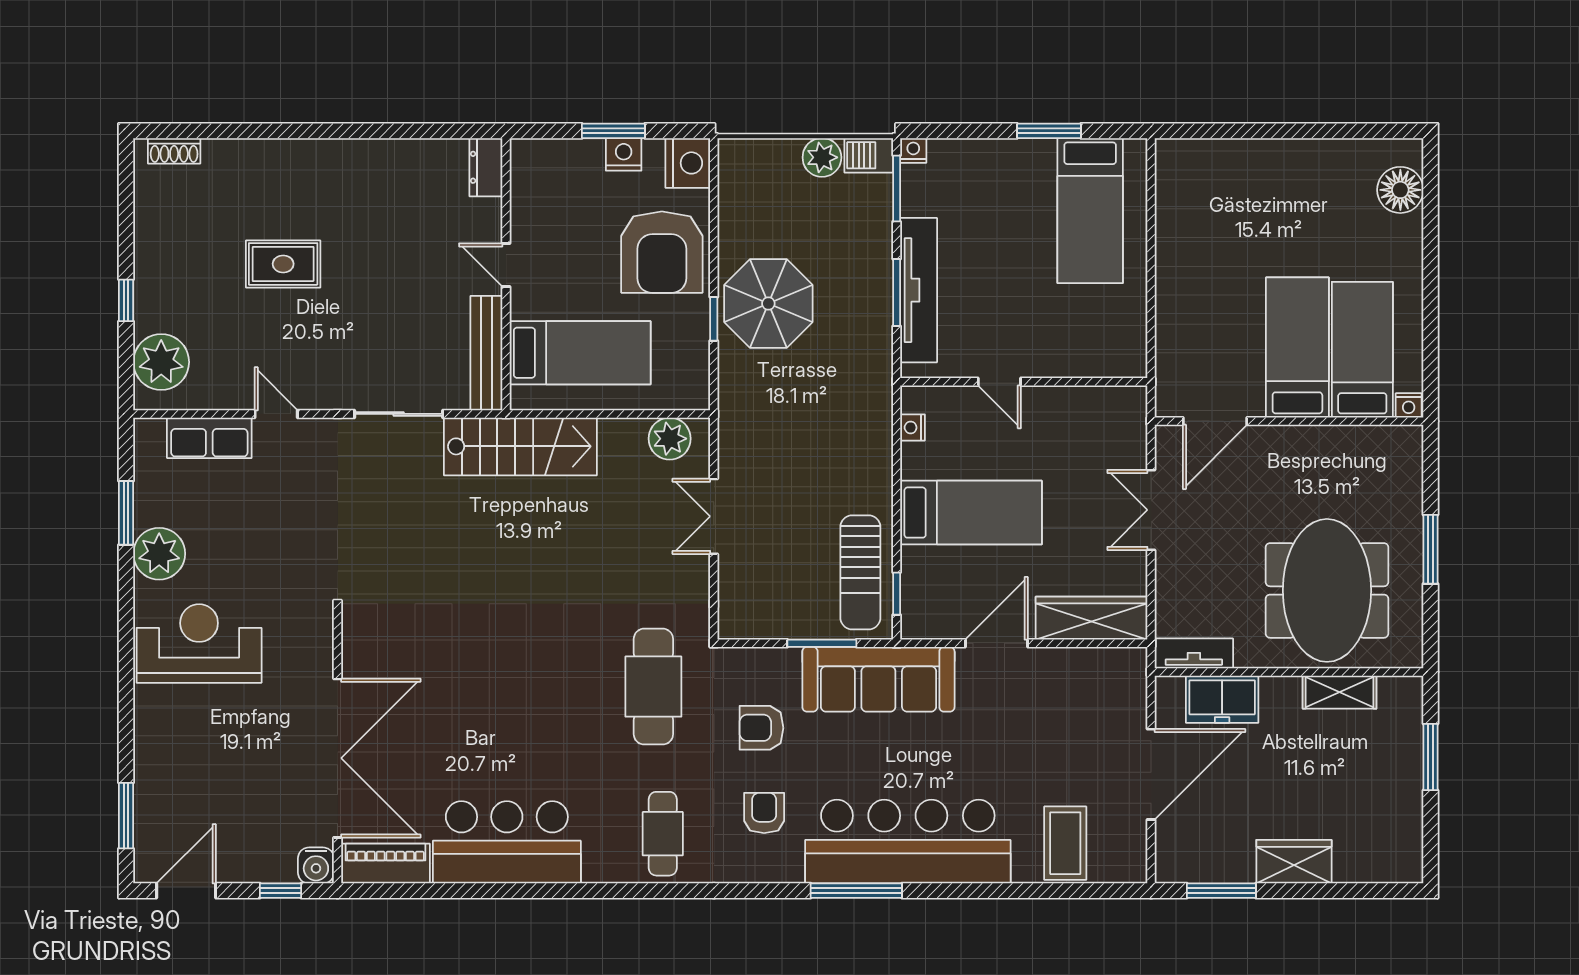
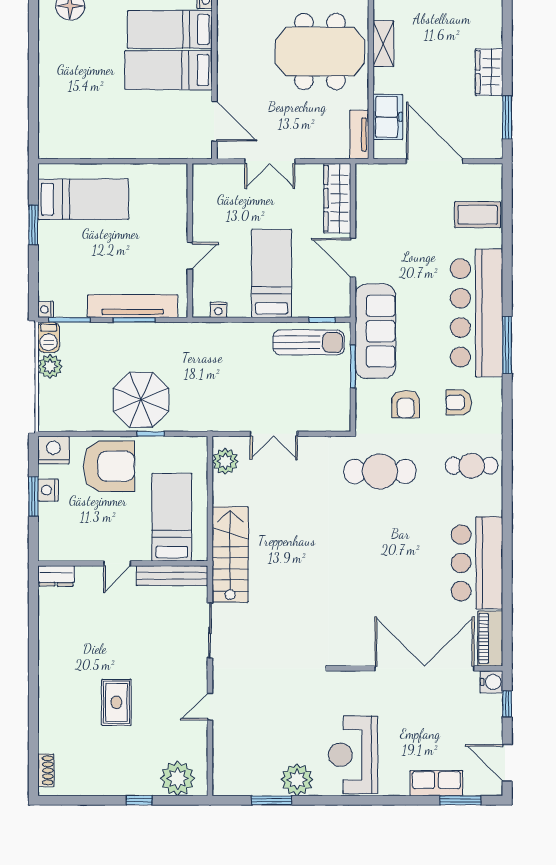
row of seats: (209, 438) -> (436, 783), moved, turned -90

